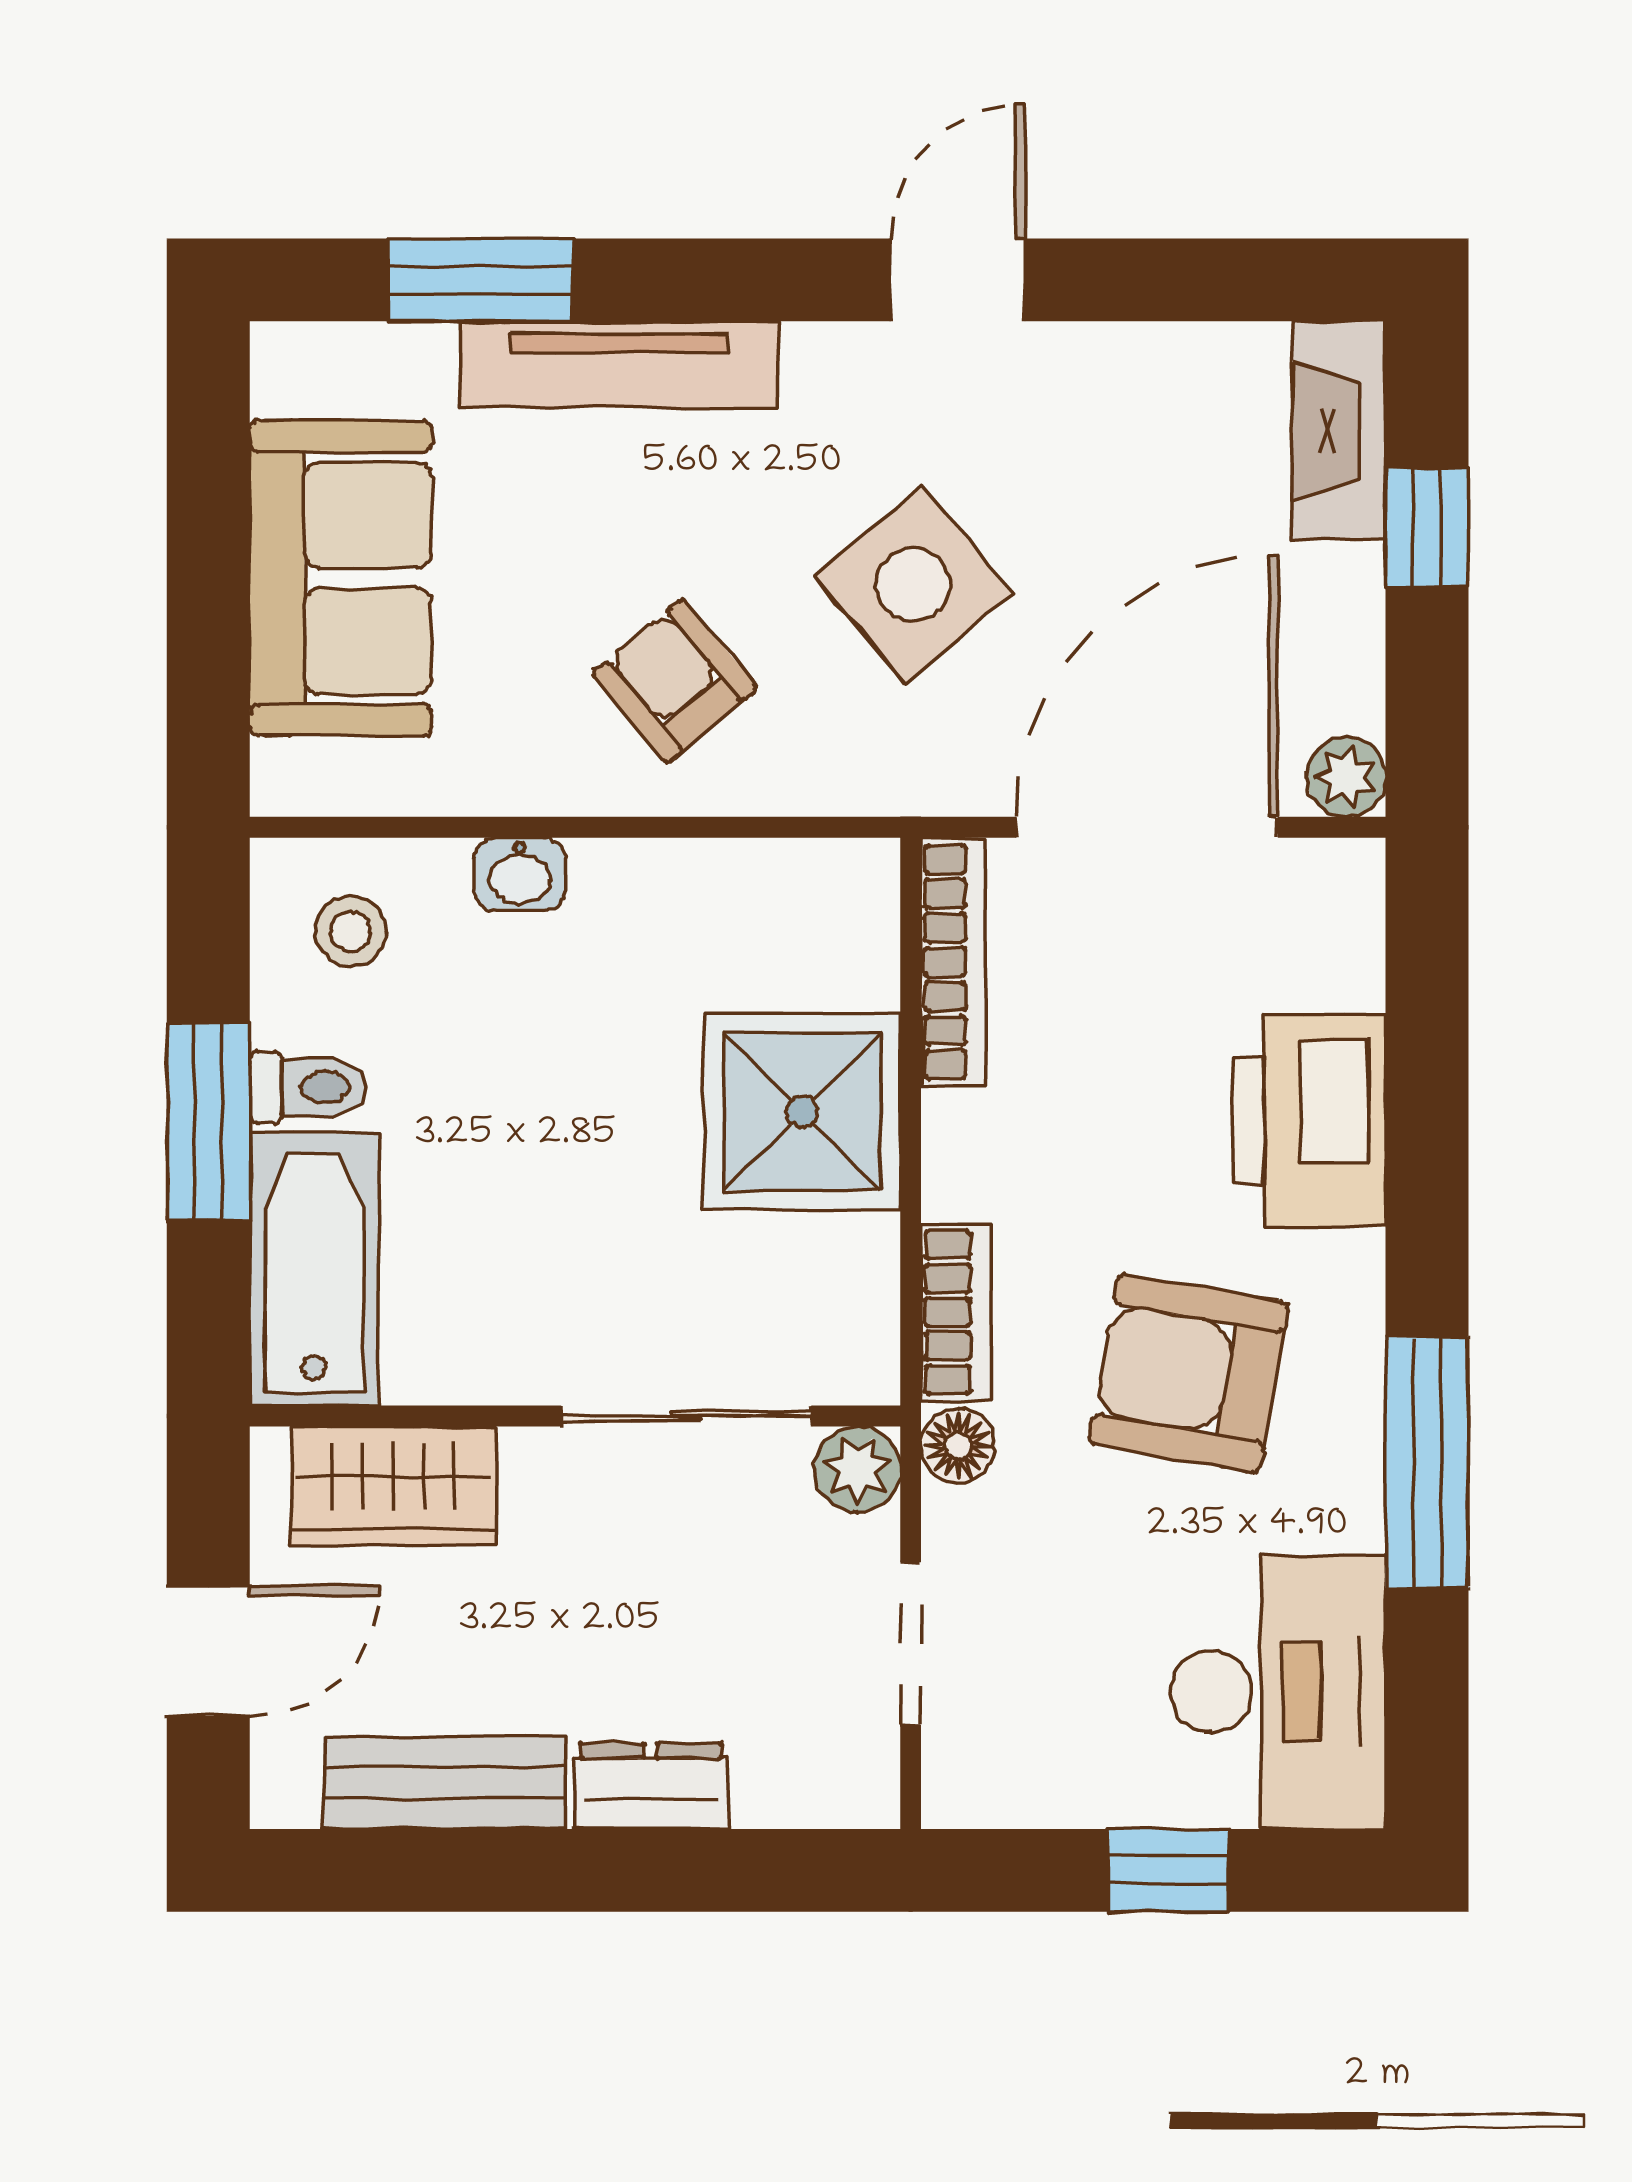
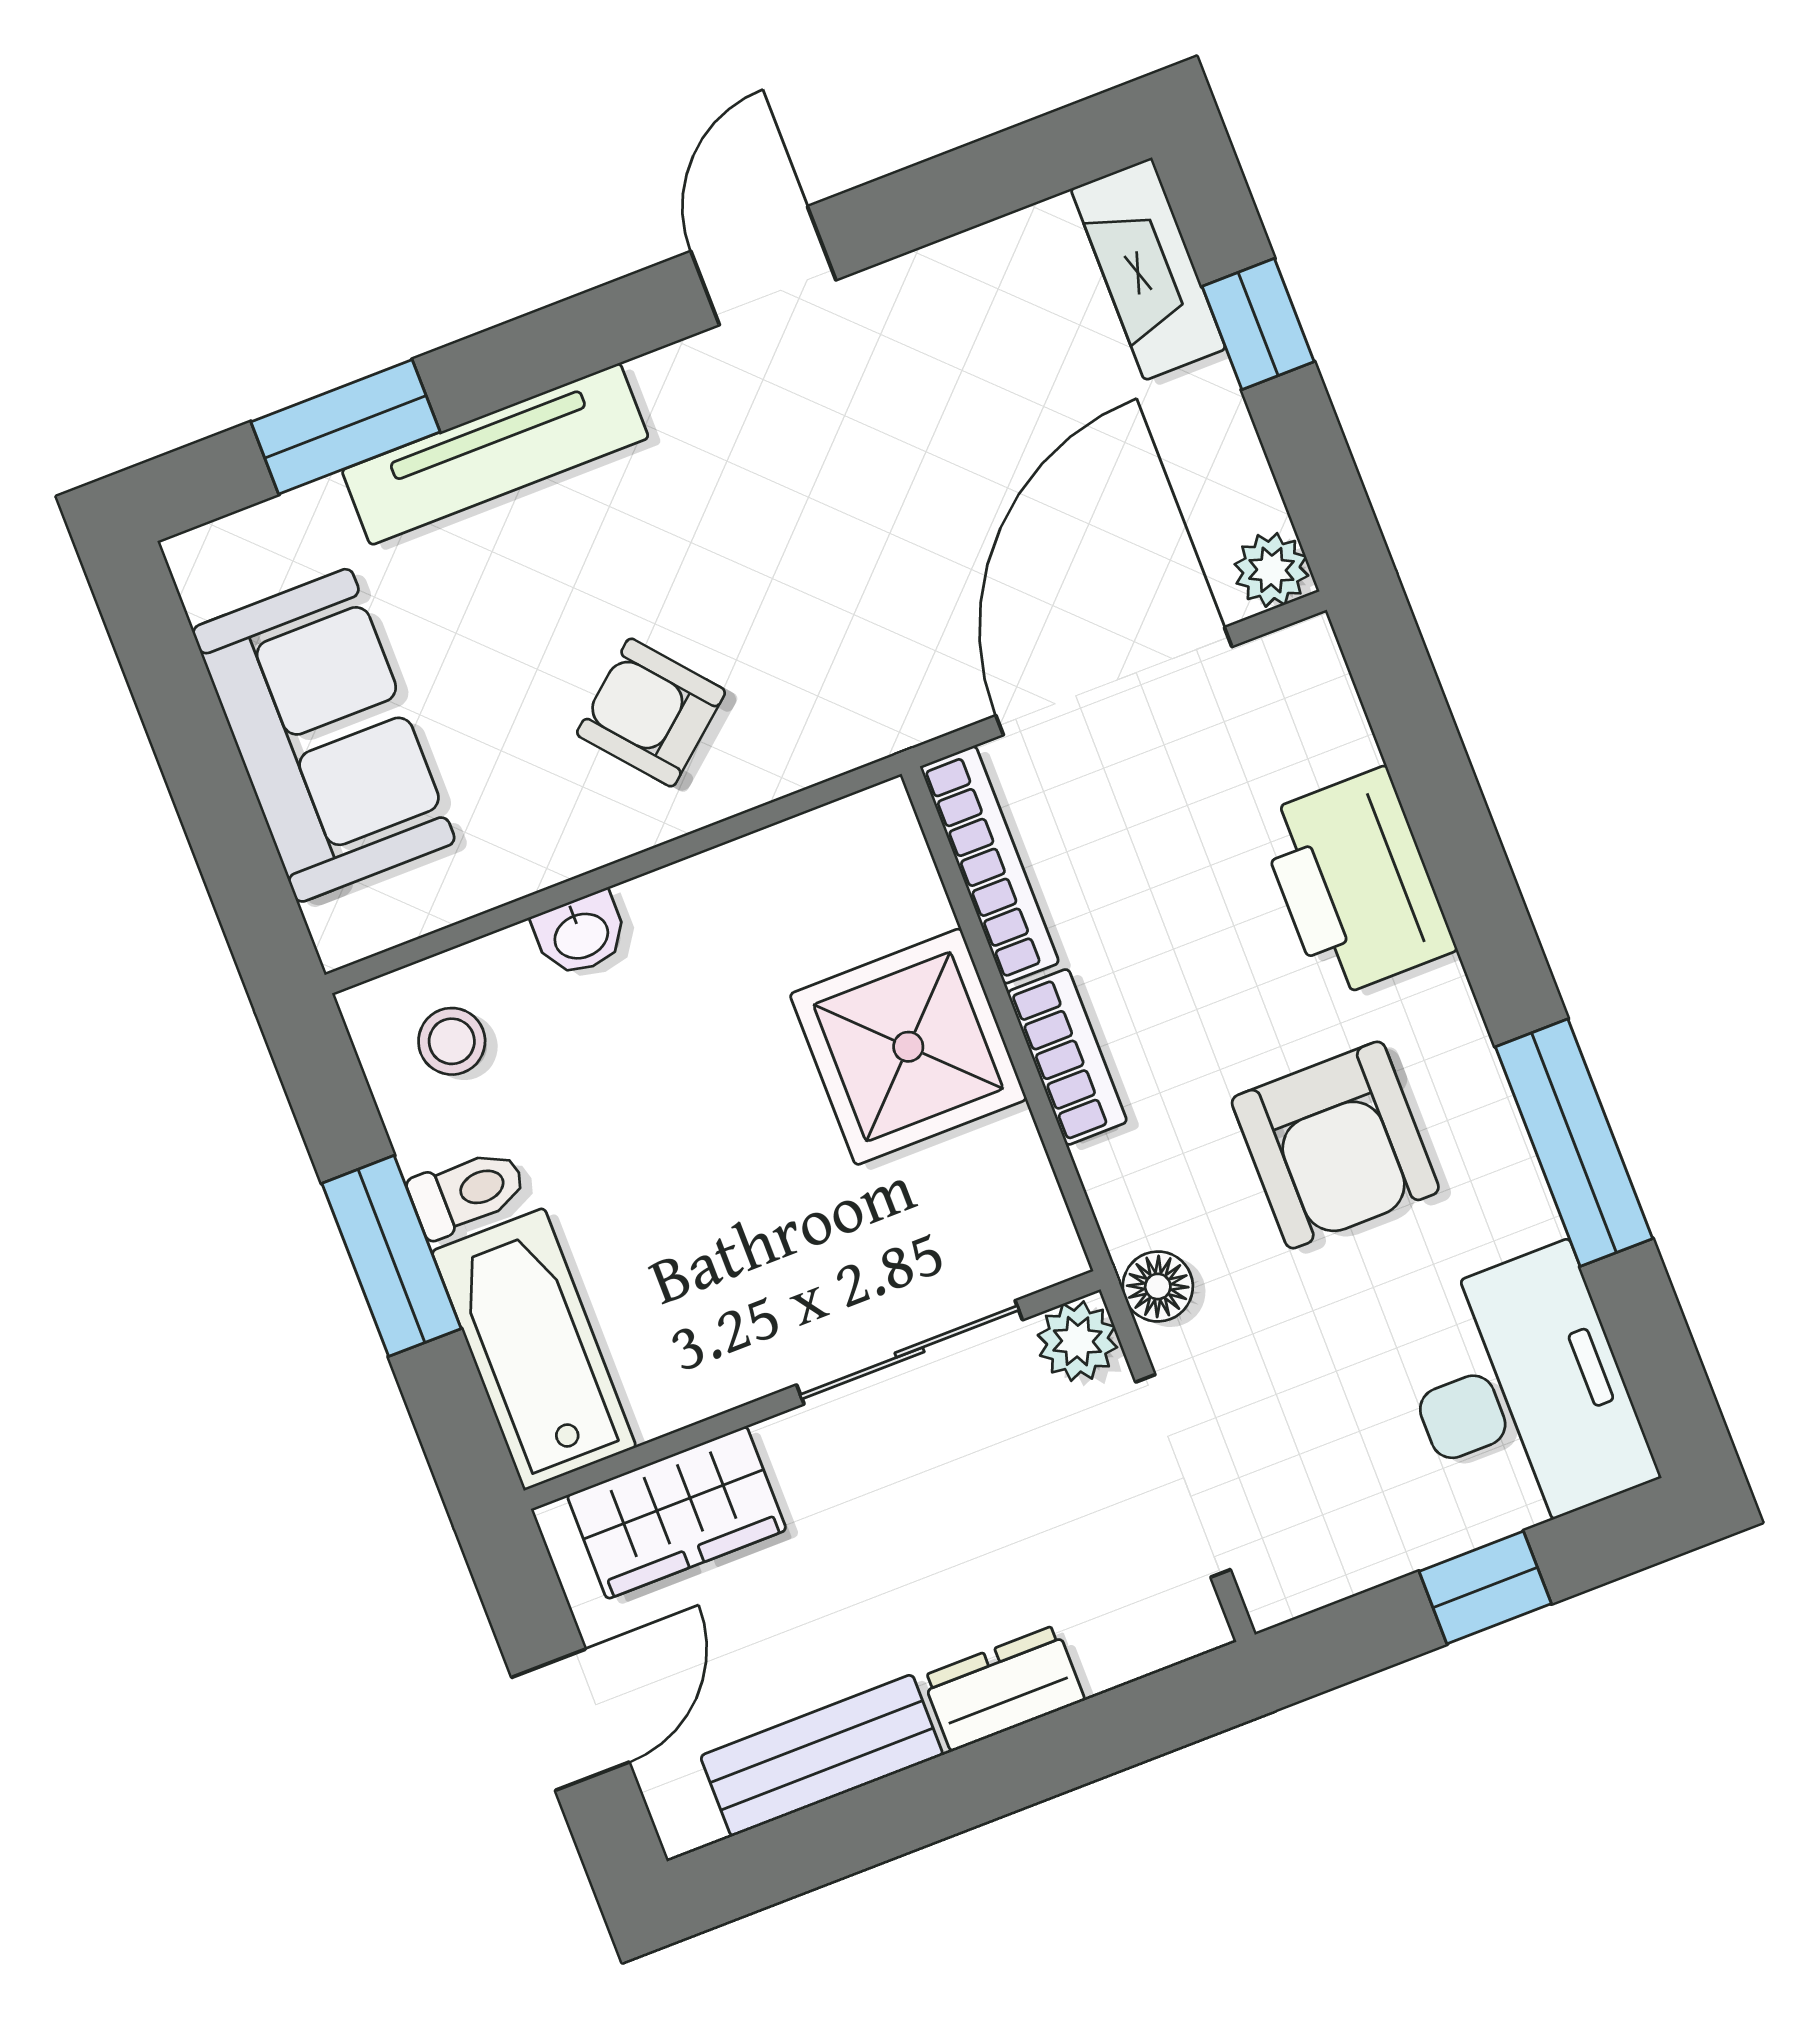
side table: (914, 584) -> (828, 547), removed
bookcase: (956, 1312) -> (1067, 1057), moved
armchair: (1189, 1373) -> (1335, 1145), turned -100
doorway: (911, 1644) -> (1183, 1476), width x1.38

